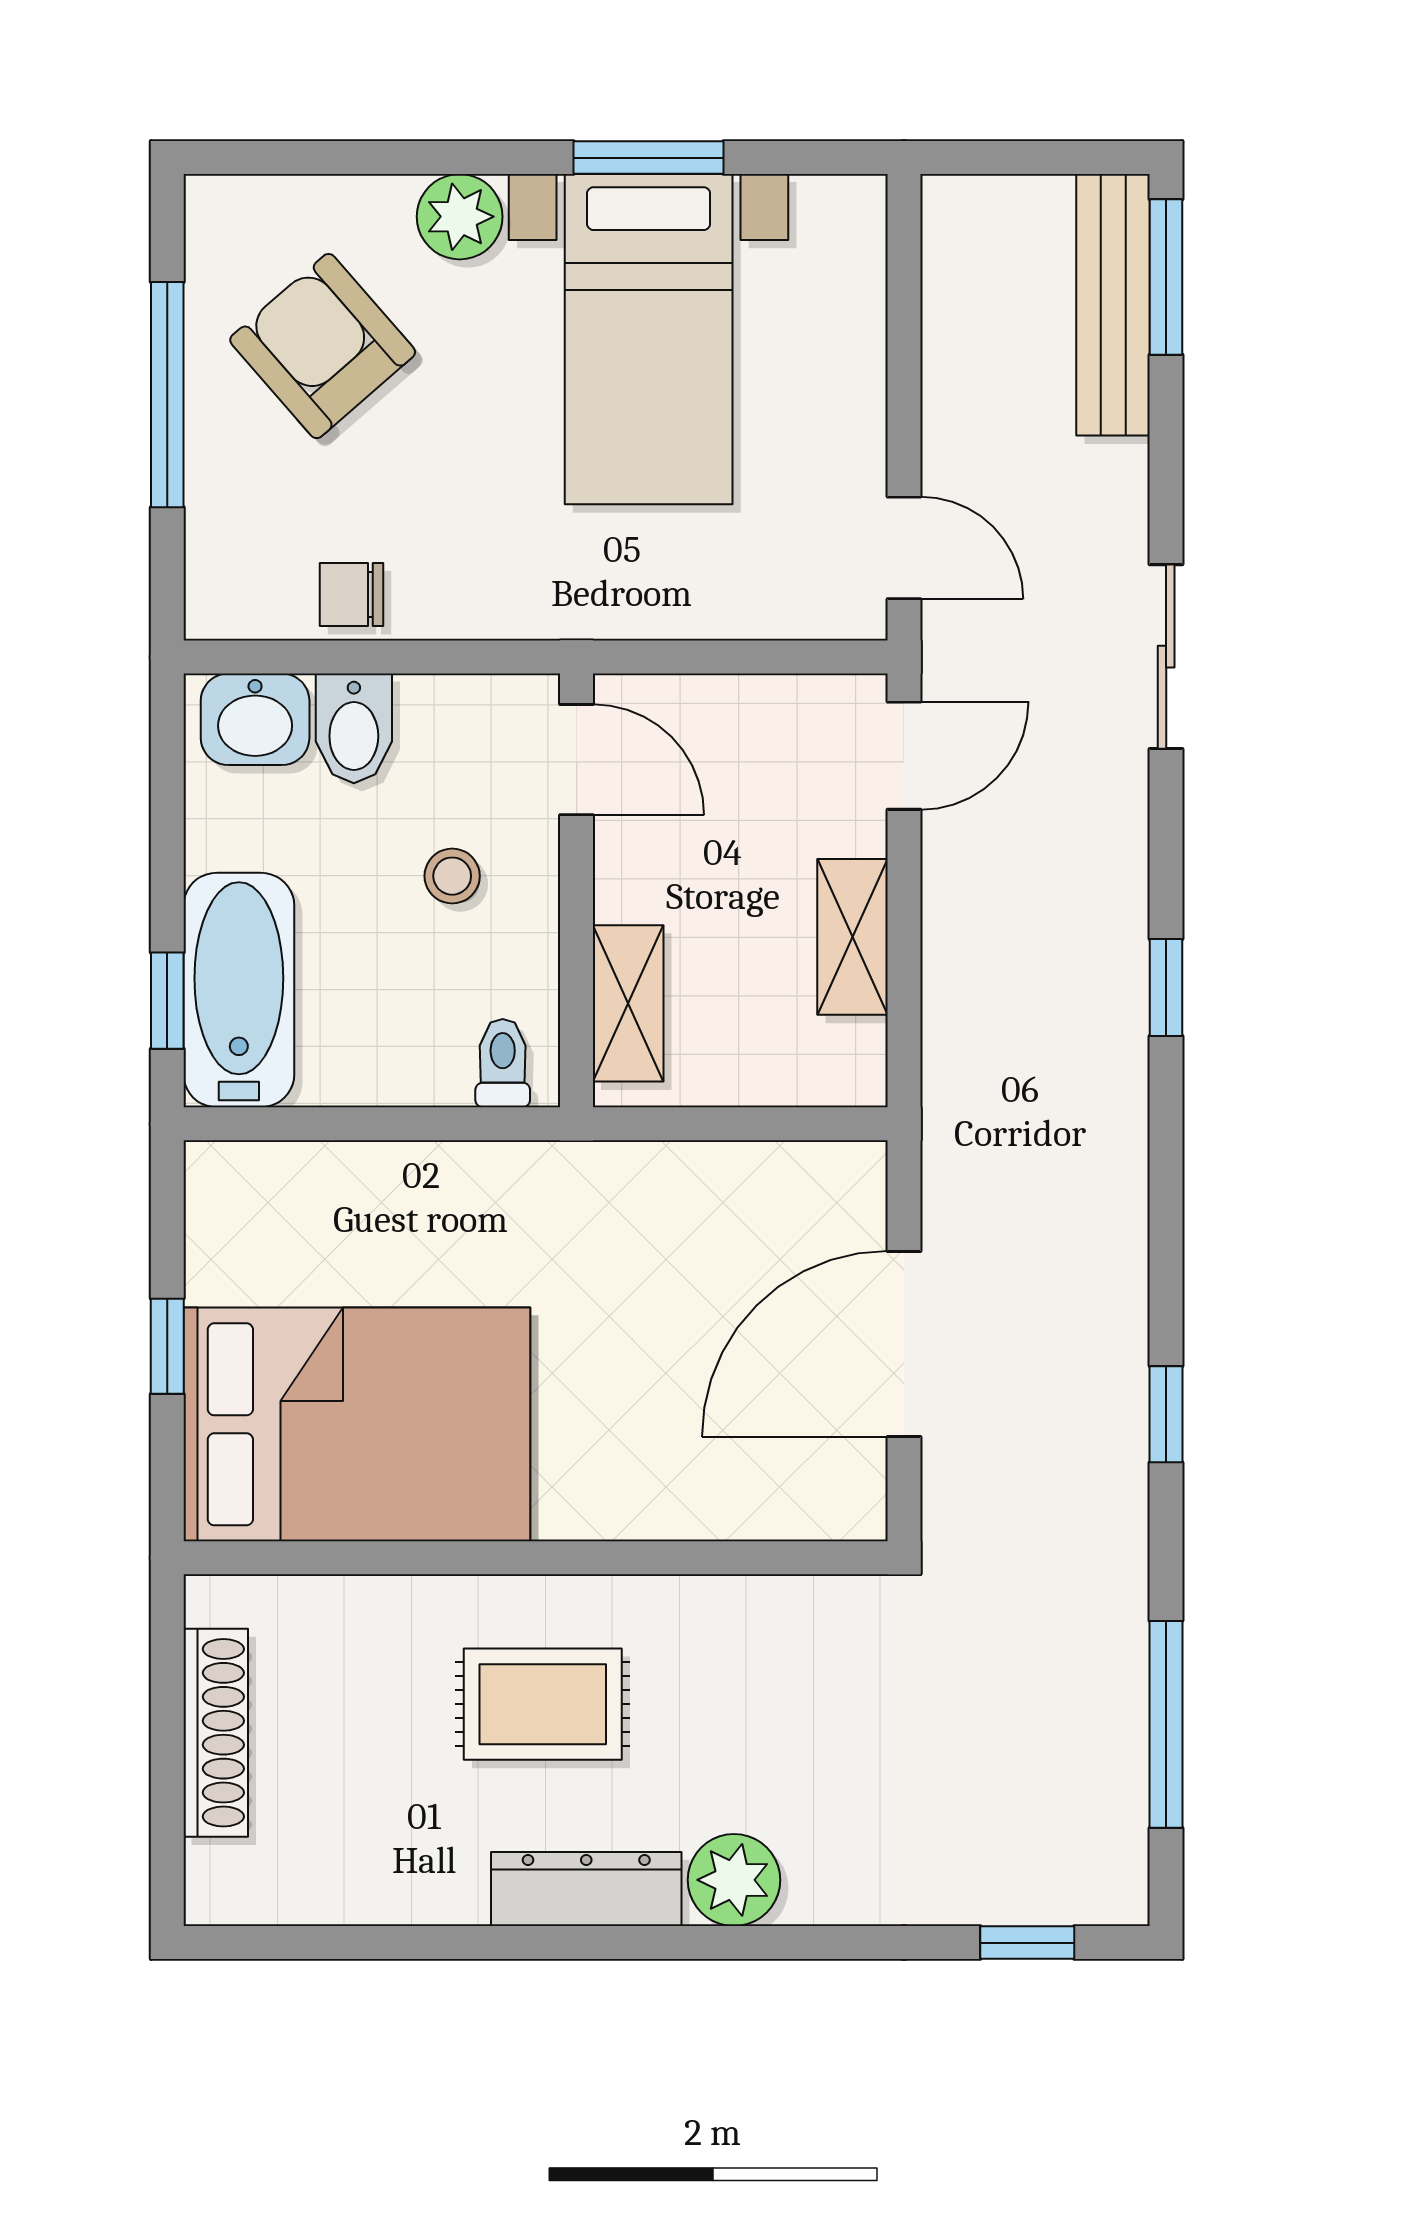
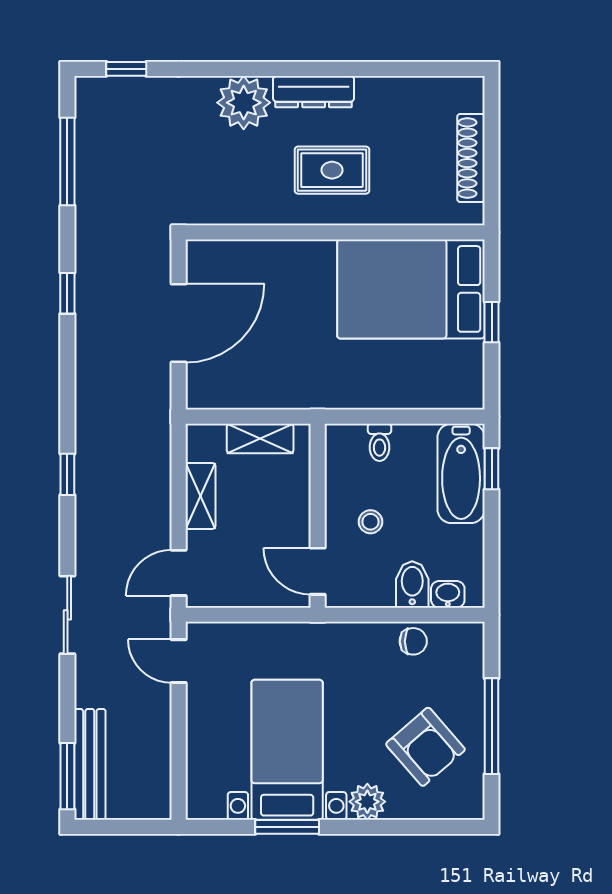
washbasin: (255, 719) -> (448, 594), width x0.72, depth x0.69
shelving: (628, 1003) -> (260, 438), moved, turned 90
toilet: (503, 1063) -> (380, 442), moved
plant: (734, 1880) -> (244, 103), width x1.36, depth x1.36

